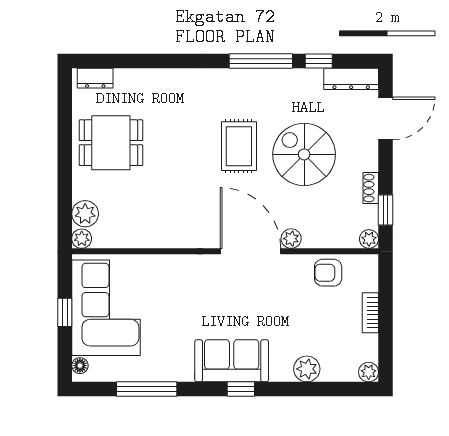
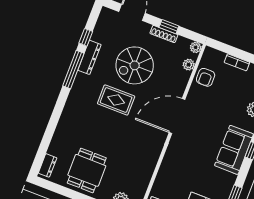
dresser: (351, 79) -> (89, 57), moved
shoe rack: (371, 188) -> (164, 34), width x1.43
window: (386, 210) -> (169, 27), moved
plant: (291, 239) -> (189, 65), moved

